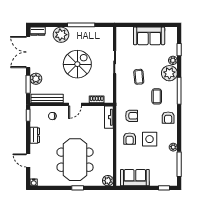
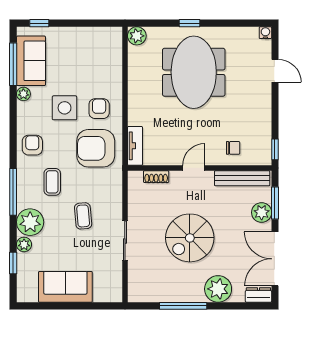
double door: (28, 52) -> (275, 259), swing flipped
armchair: (132, 116) -> (96, 148), width x1.88, depth x1.88
dresser: (35, 135) -> (264, 115), removed
sofa: (135, 178) -> (31, 61), moved, turned -90

